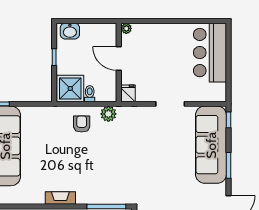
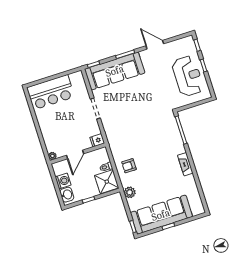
washing machine: (89, 32) -> (63, 181), added
plant: (108, 114) -> (130, 192), moved

